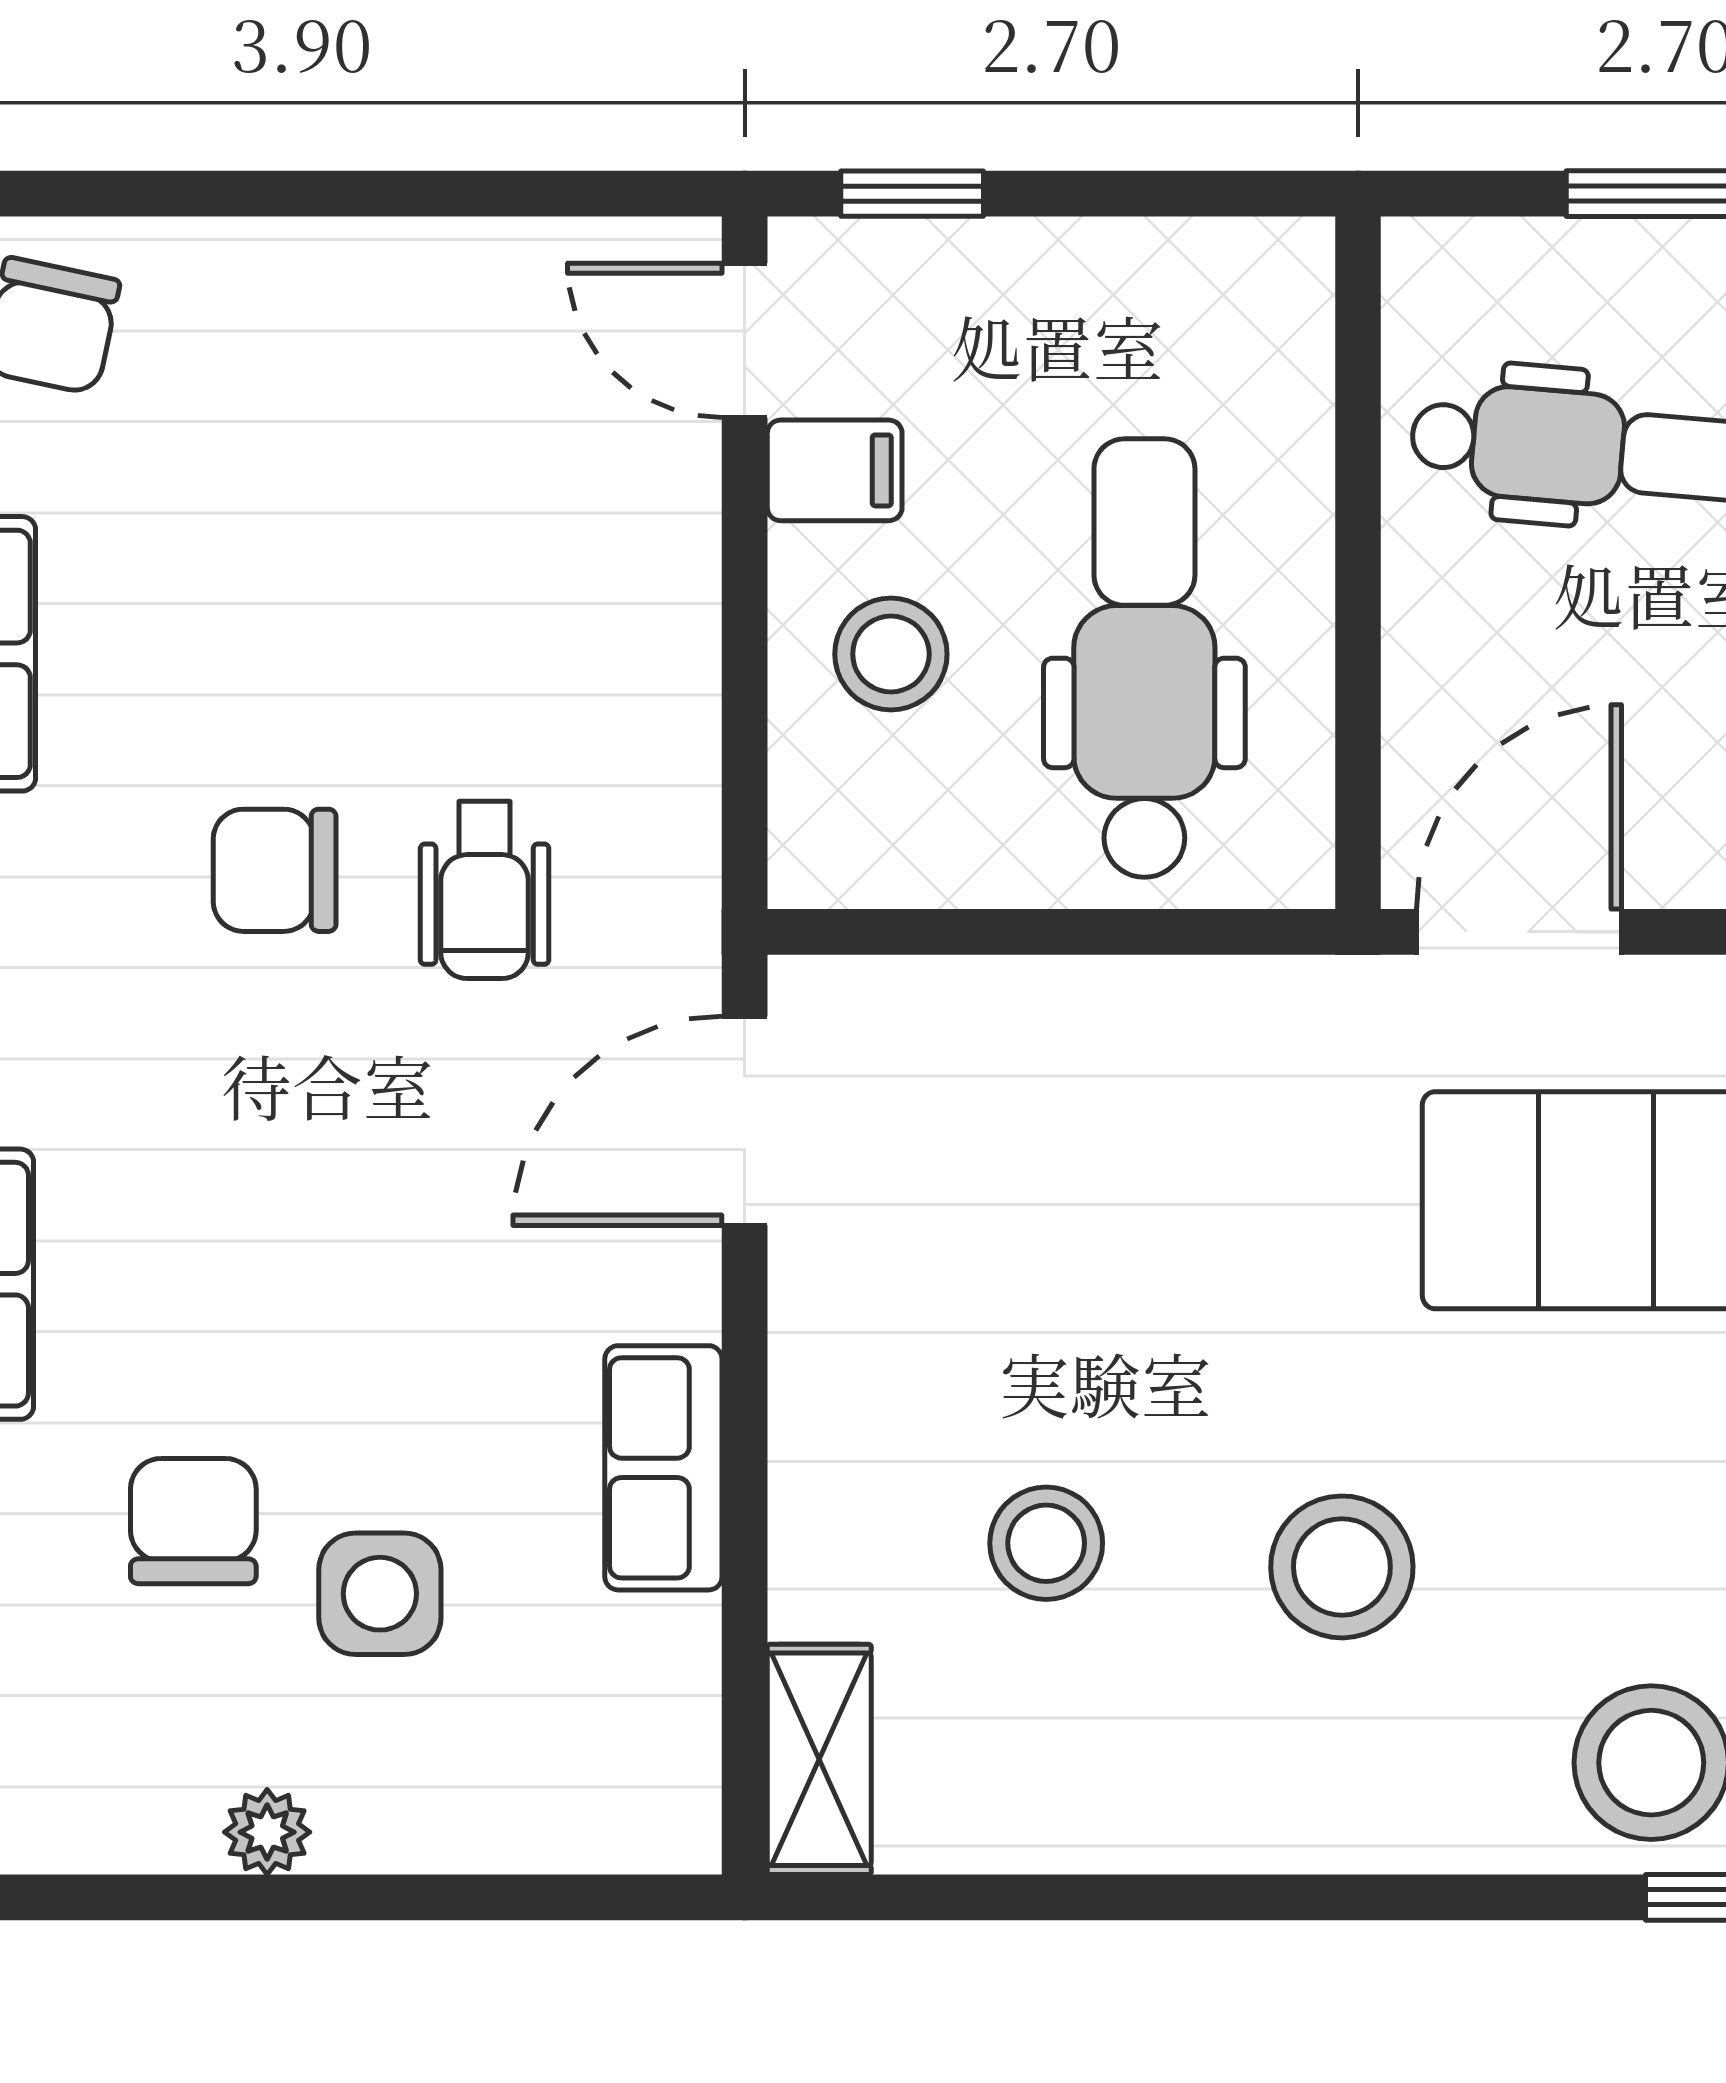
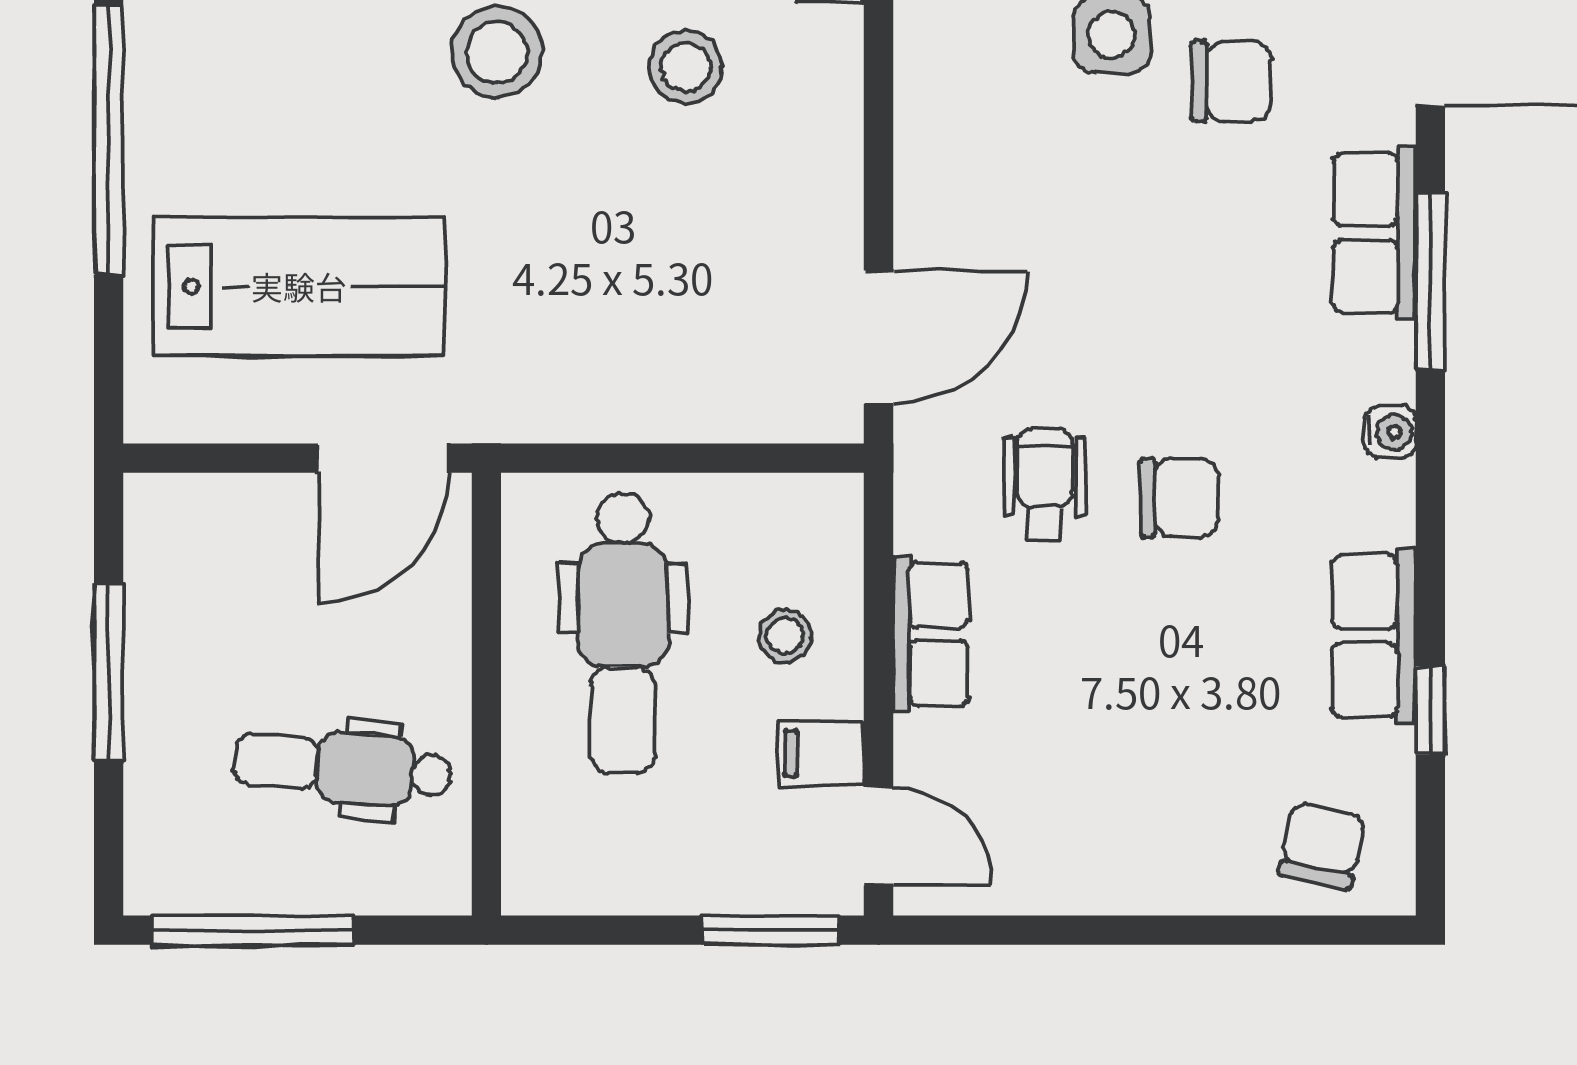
window: (912, 194) -> (771, 930), width x1.50
stool: (891, 654) -> (785, 636), width x0.73, depth x0.73
row of seats: (663, 1468) -> (930, 634), moved
chair: (193, 1521) -> (1231, 81), turned -90

